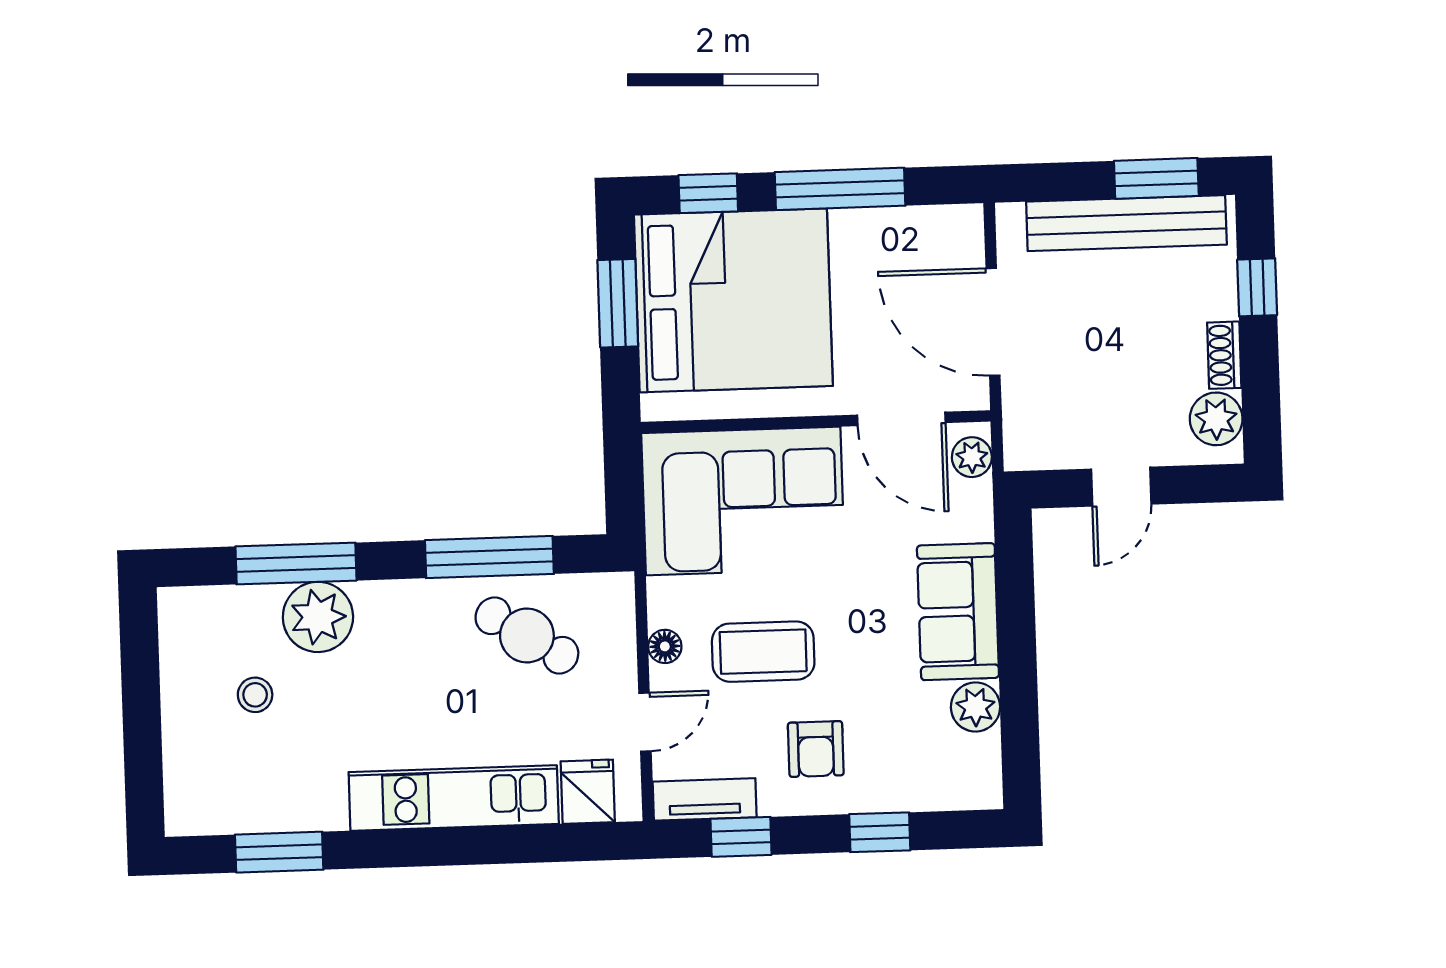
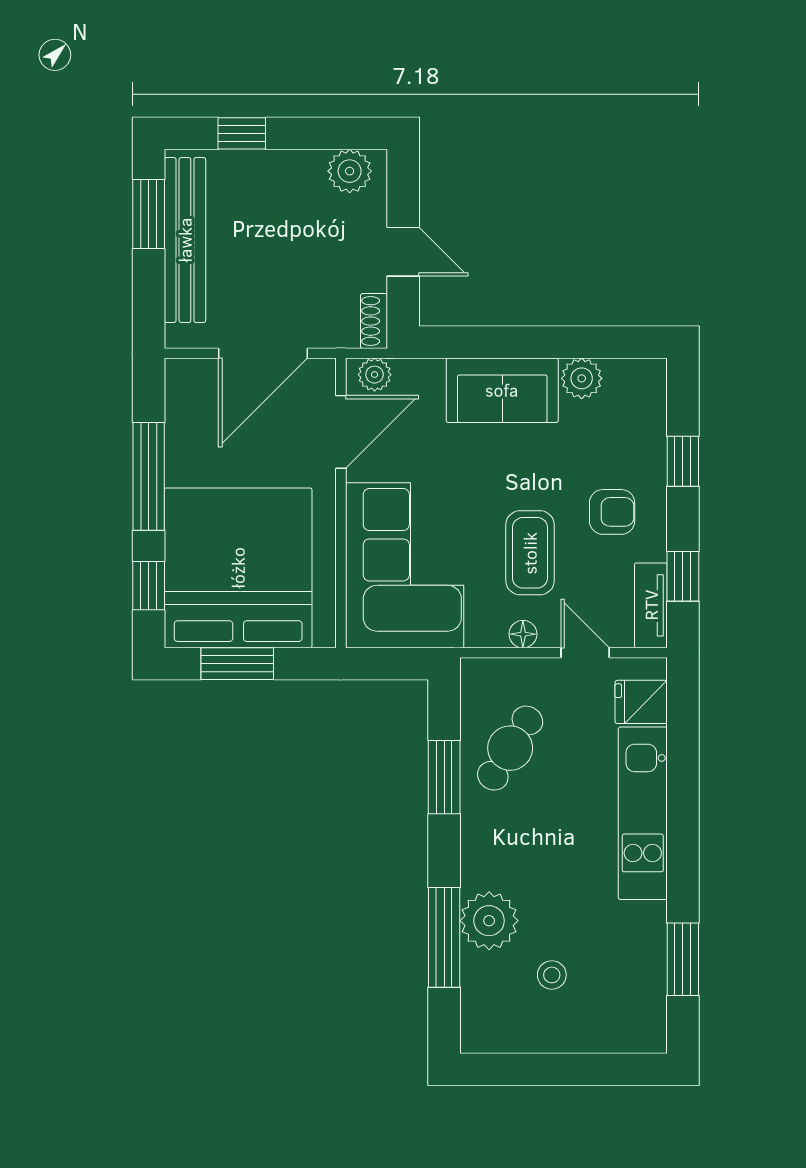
shoe rack: (1224, 355) -> (374, 321), moved, turned 90
window: (489, 557) -> (444, 777), width x0.69

